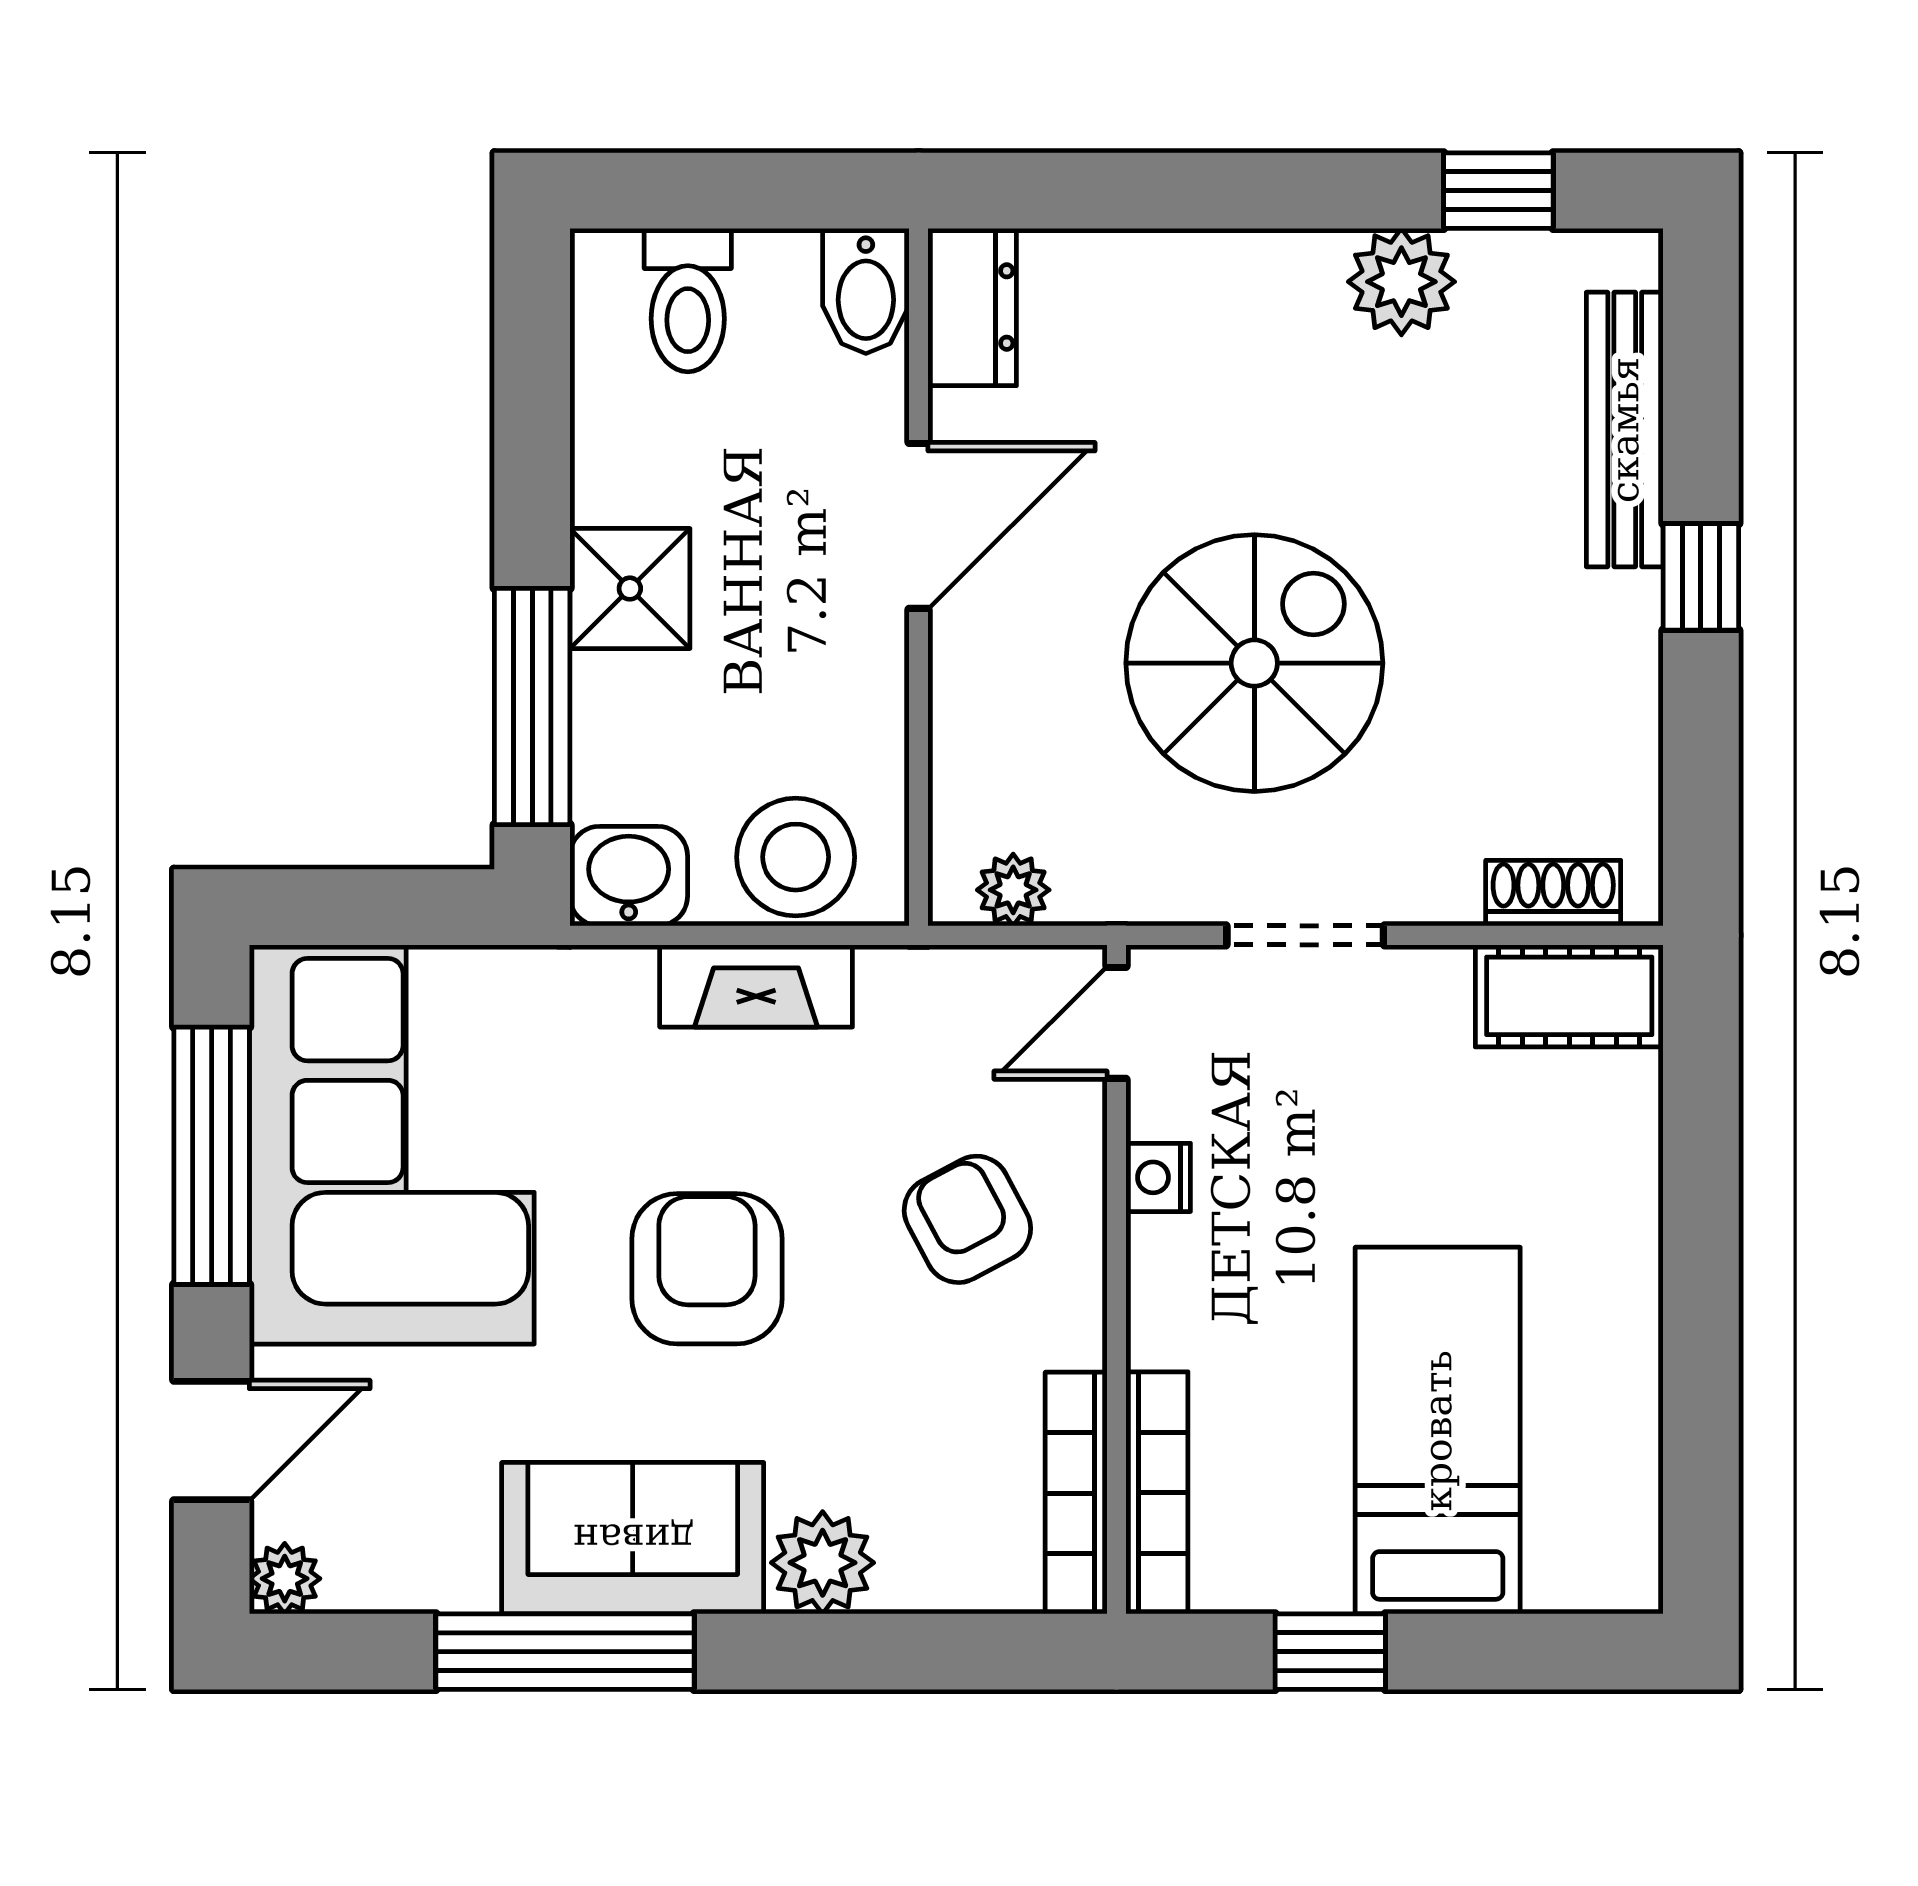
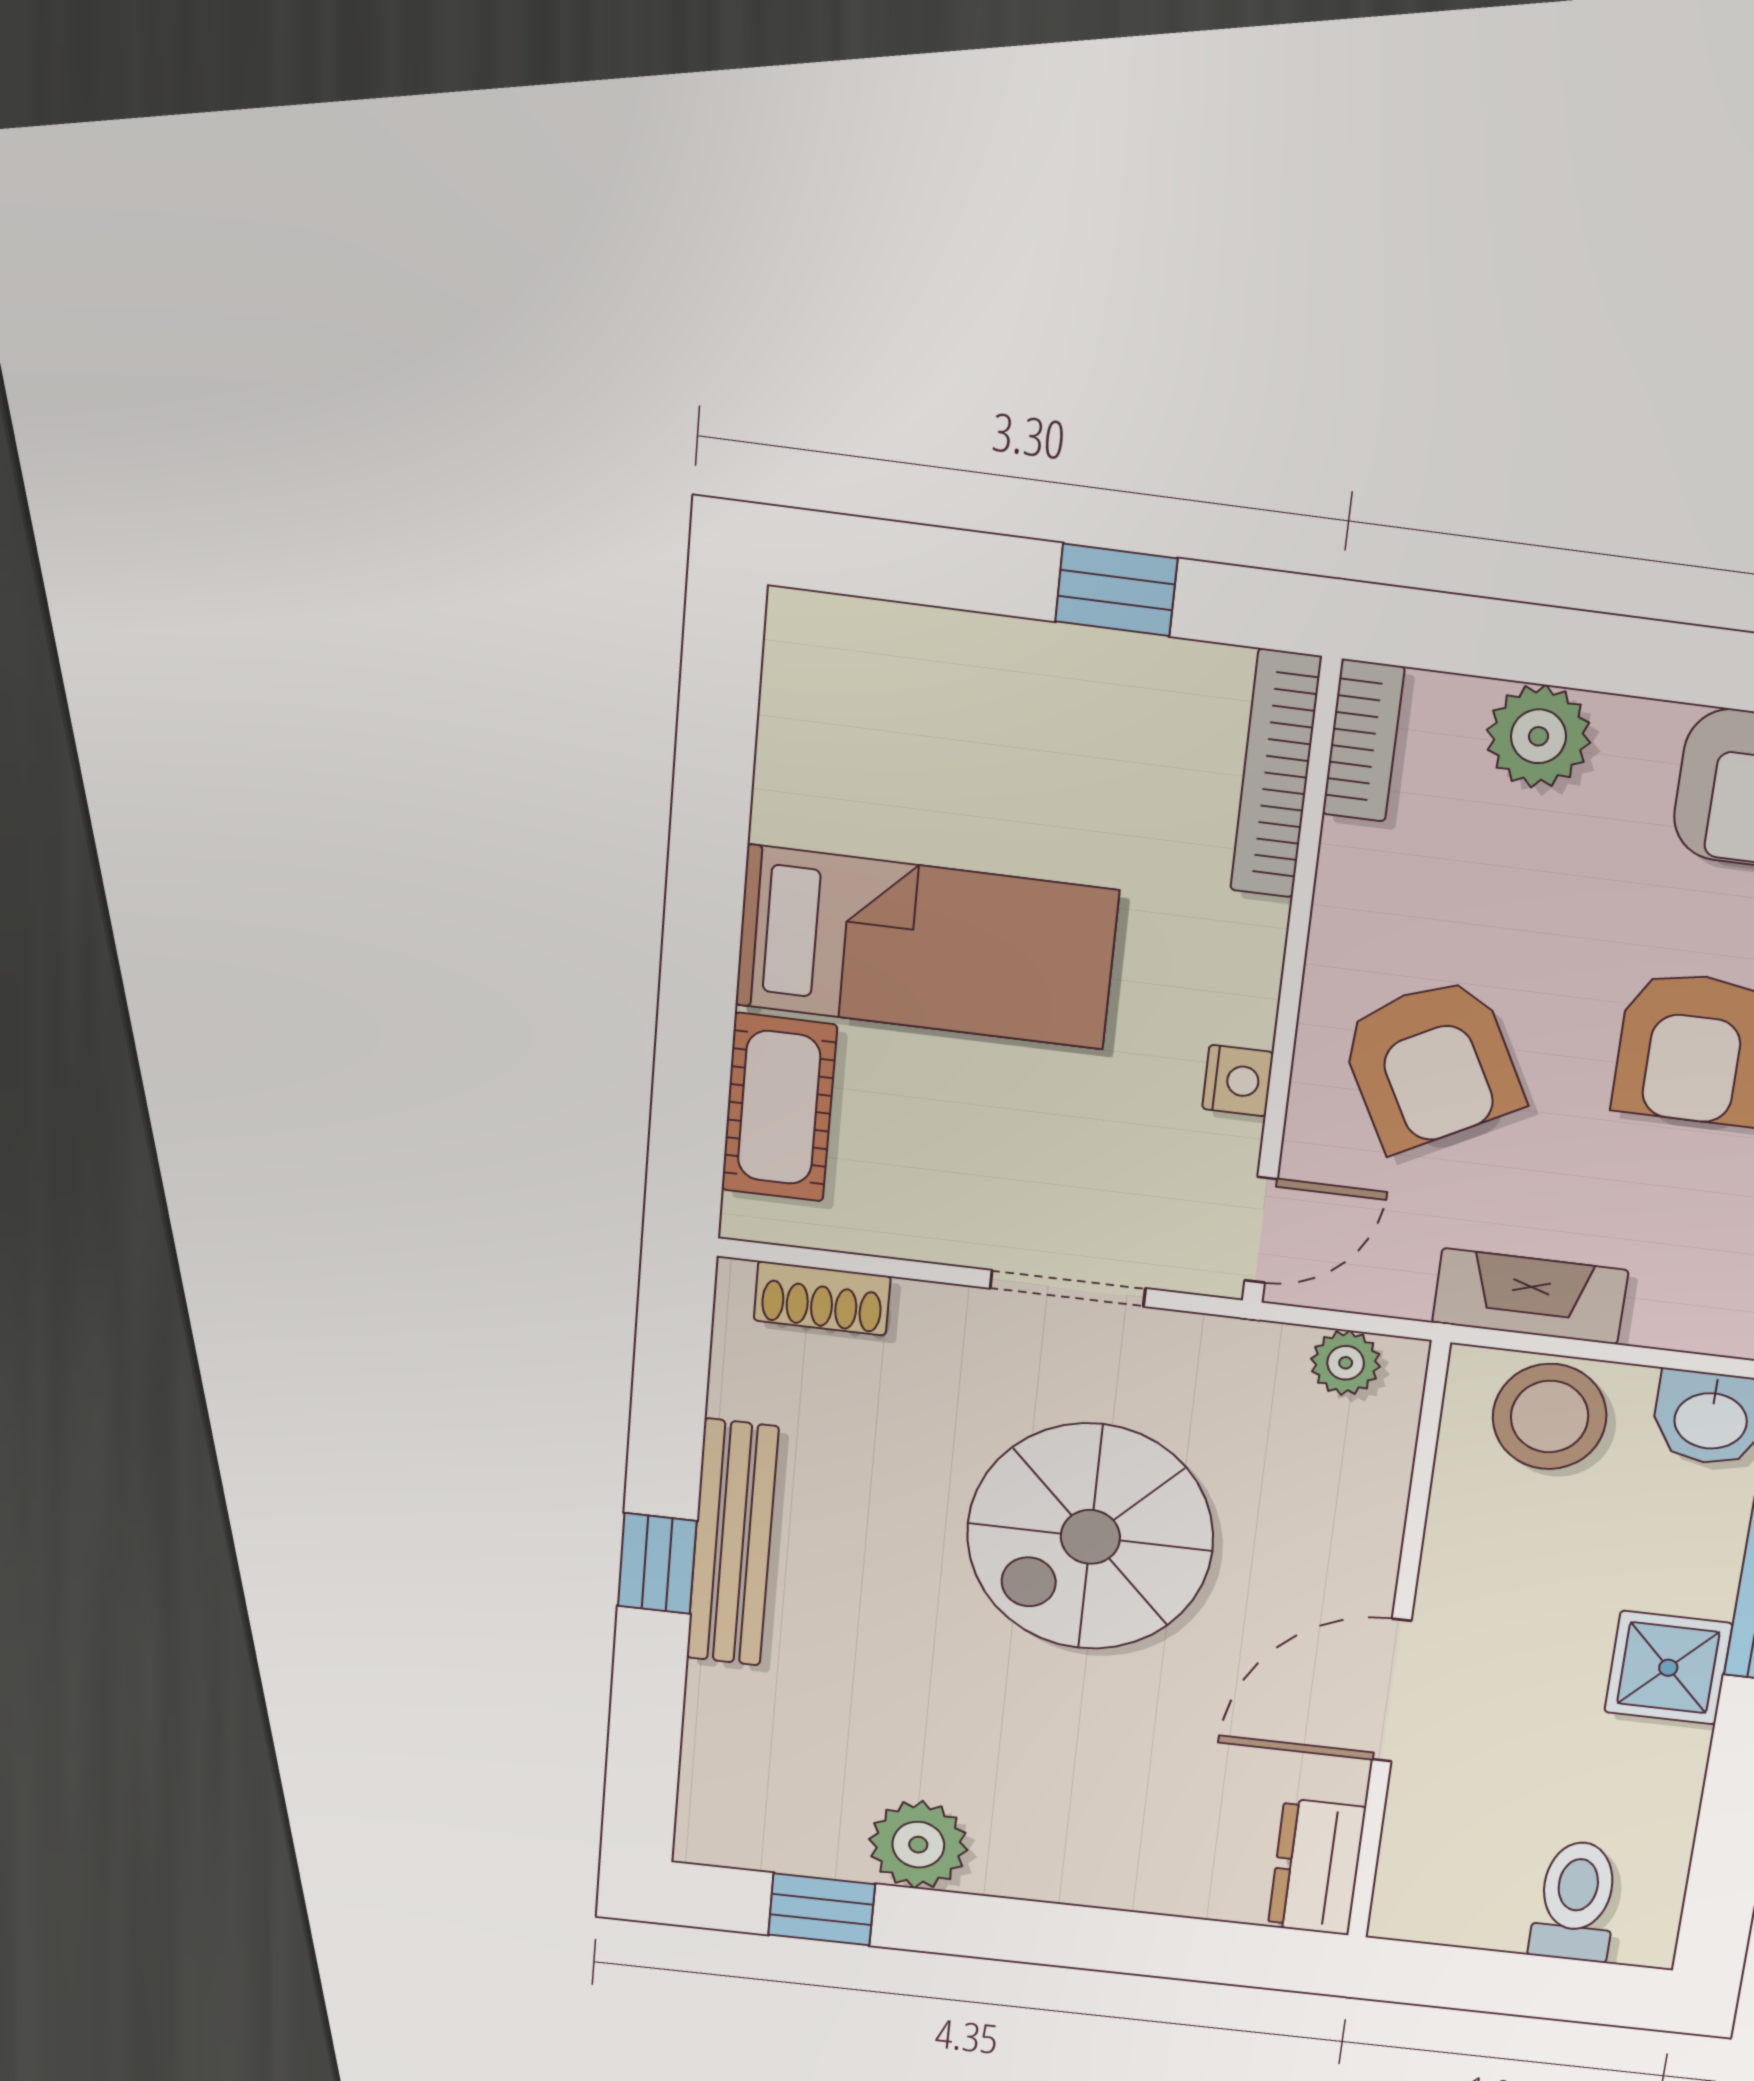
bidet: (866, 291) -> (1412, 1891), removed
bench: (1625, 430) -> (732, 1543), moved
fireplace: (756, 986) -> (1530, 1296), moved
cot: (1569, 996) -> (779, 1108), moved, turned 90
armchair: (967, 1219) -> (1431, 1064), width x1.38, depth x1.38
bed: (1438, 1431) -> (927, 948), moved, turned -90
bookcase: (1076, 1493) -> (1363, 741), width x0.64
plant: (823, 1563) -> (1539, 736), moved

